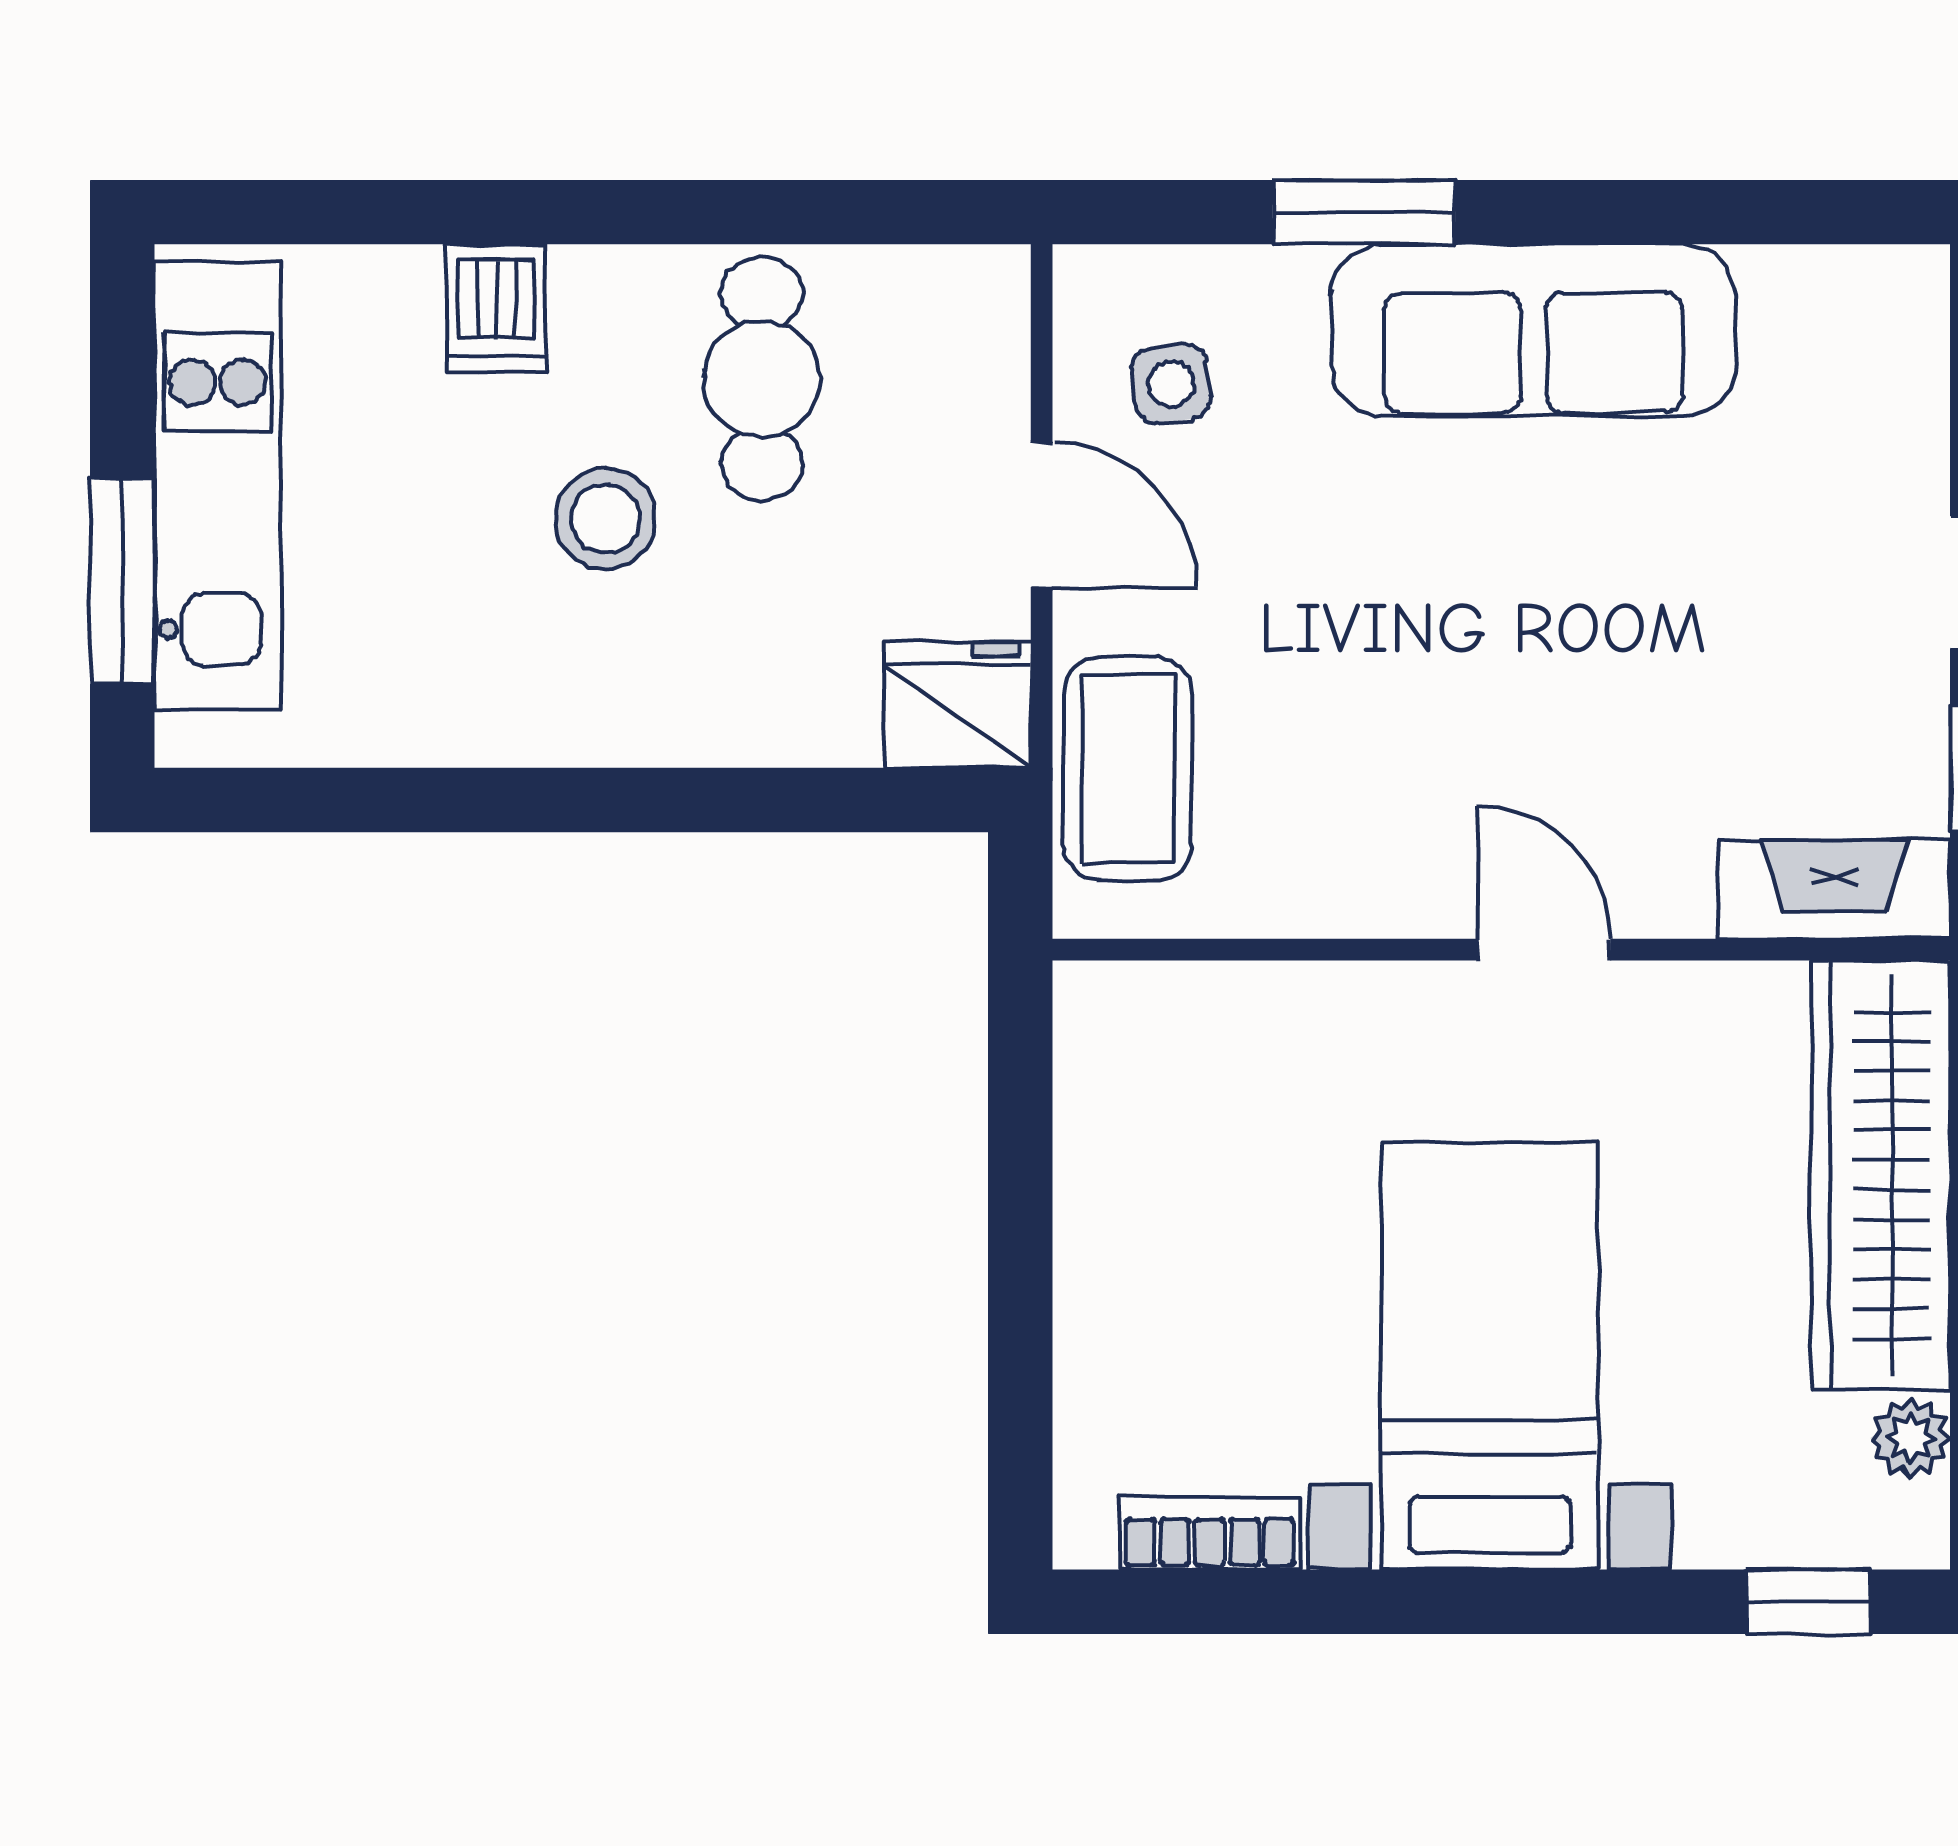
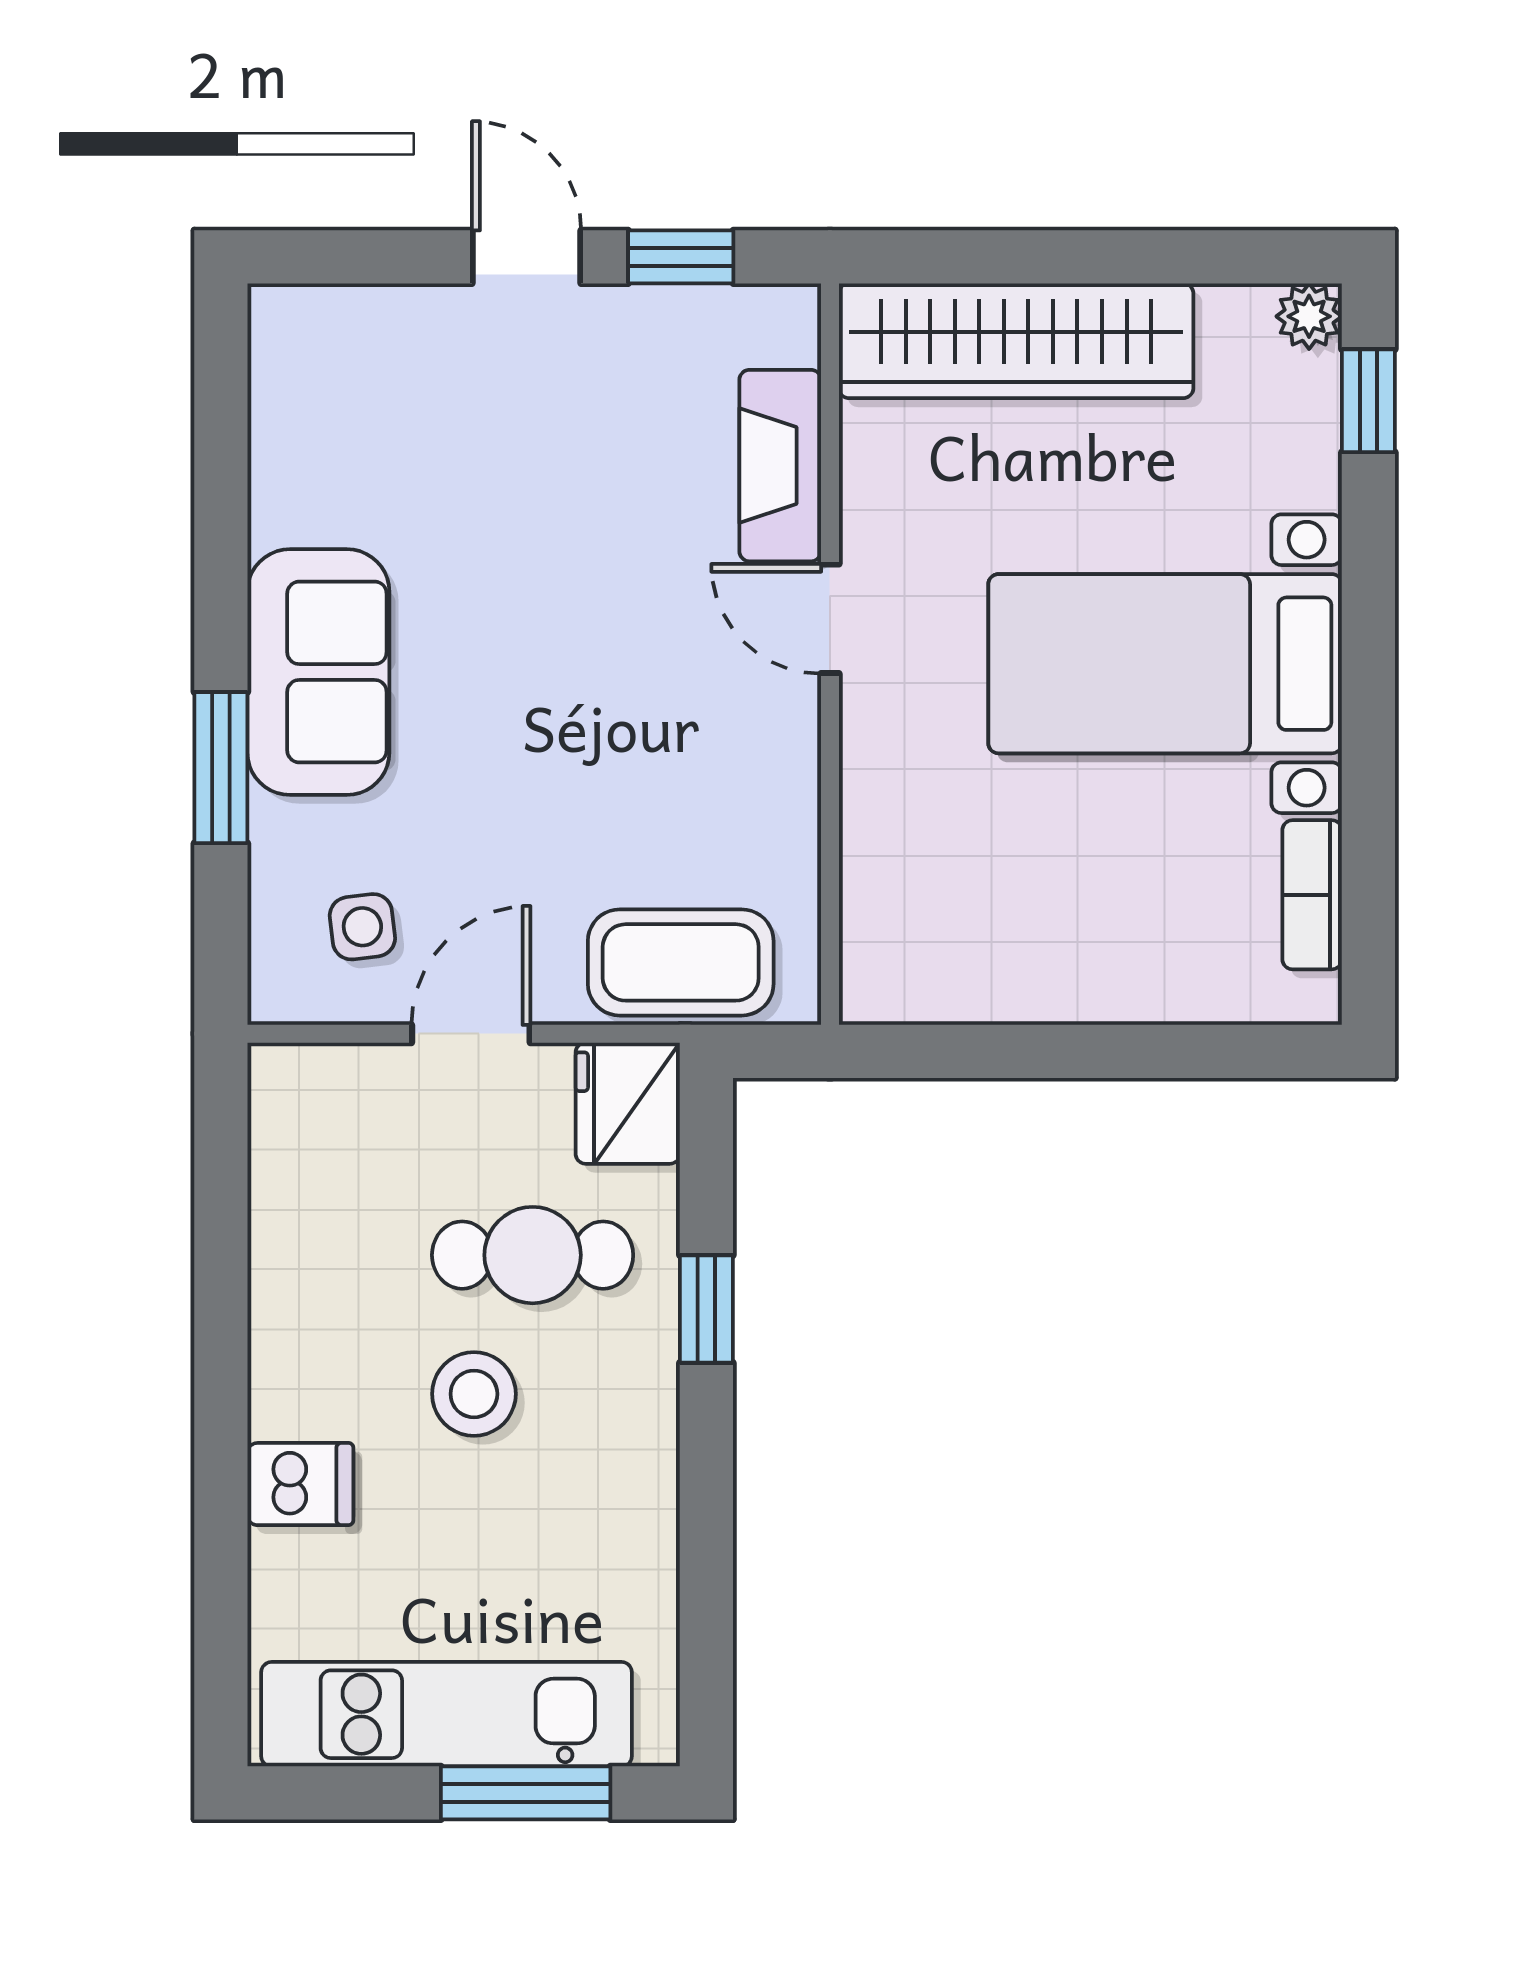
sofa: (1533, 330) -> (318, 672), width x0.73
cafe table: (762, 379) -> (533, 1255), moved
window: (708, 800) -> (706, 1309), added
fireplace: (1834, 889) -> (780, 466), moved
door: (1544, 950) -> (830, 619), hinge flipped
plant: (1910, 1438) -> (1309, 316), moved

